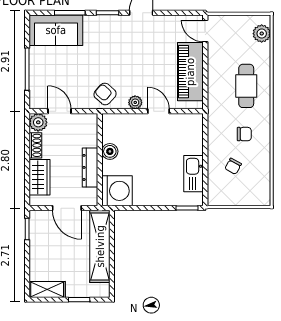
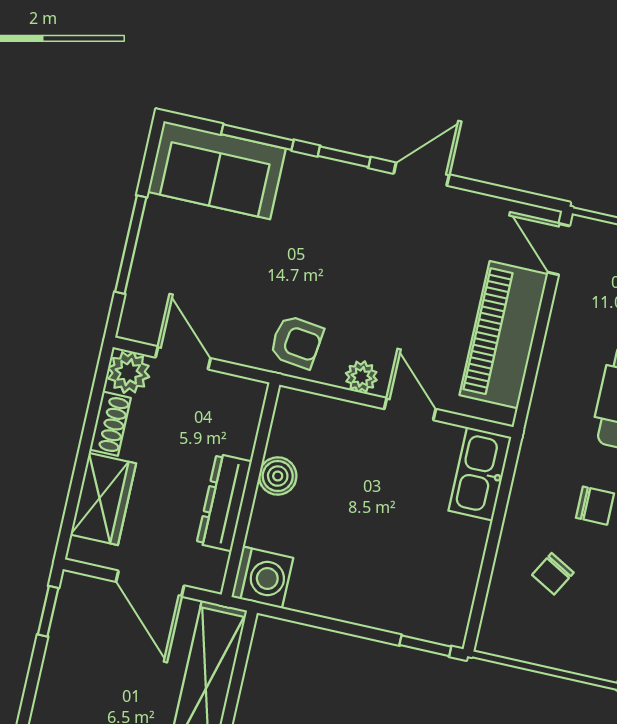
armchair: (105, 94) -> (296, 342), turned 145
kitchen sink: (193, 174) -> (480, 474), moved
washing machine: (117, 191) -> (262, 577), width x0.73, depth x0.73

